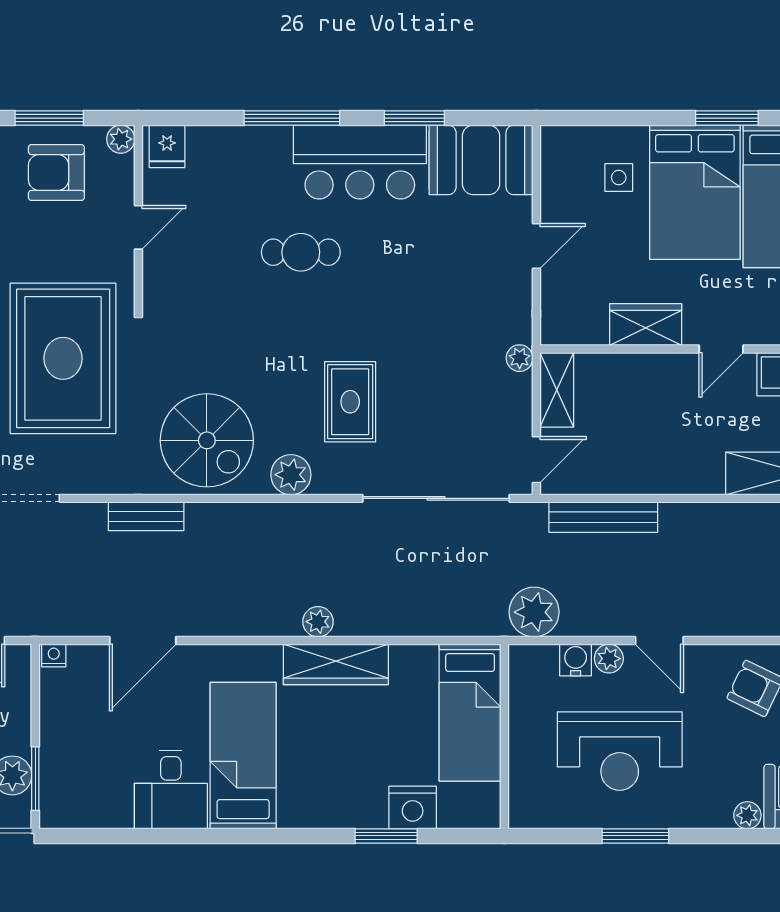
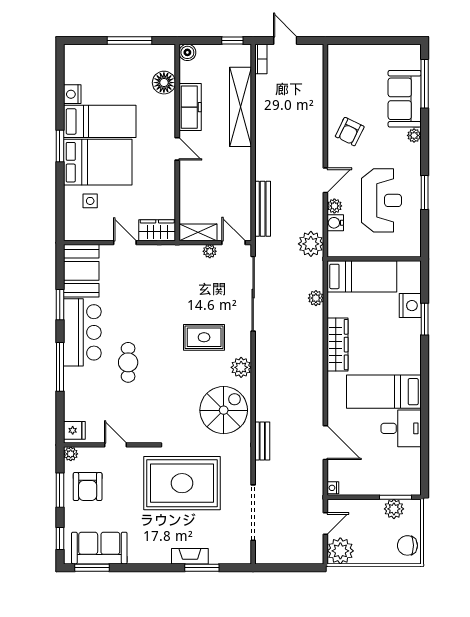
wardrobe: (646, 325) -> (157, 230), moved, turned 90
plant: (520, 358) -> (210, 251), moved
plant: (318, 622) -> (316, 298), moved

